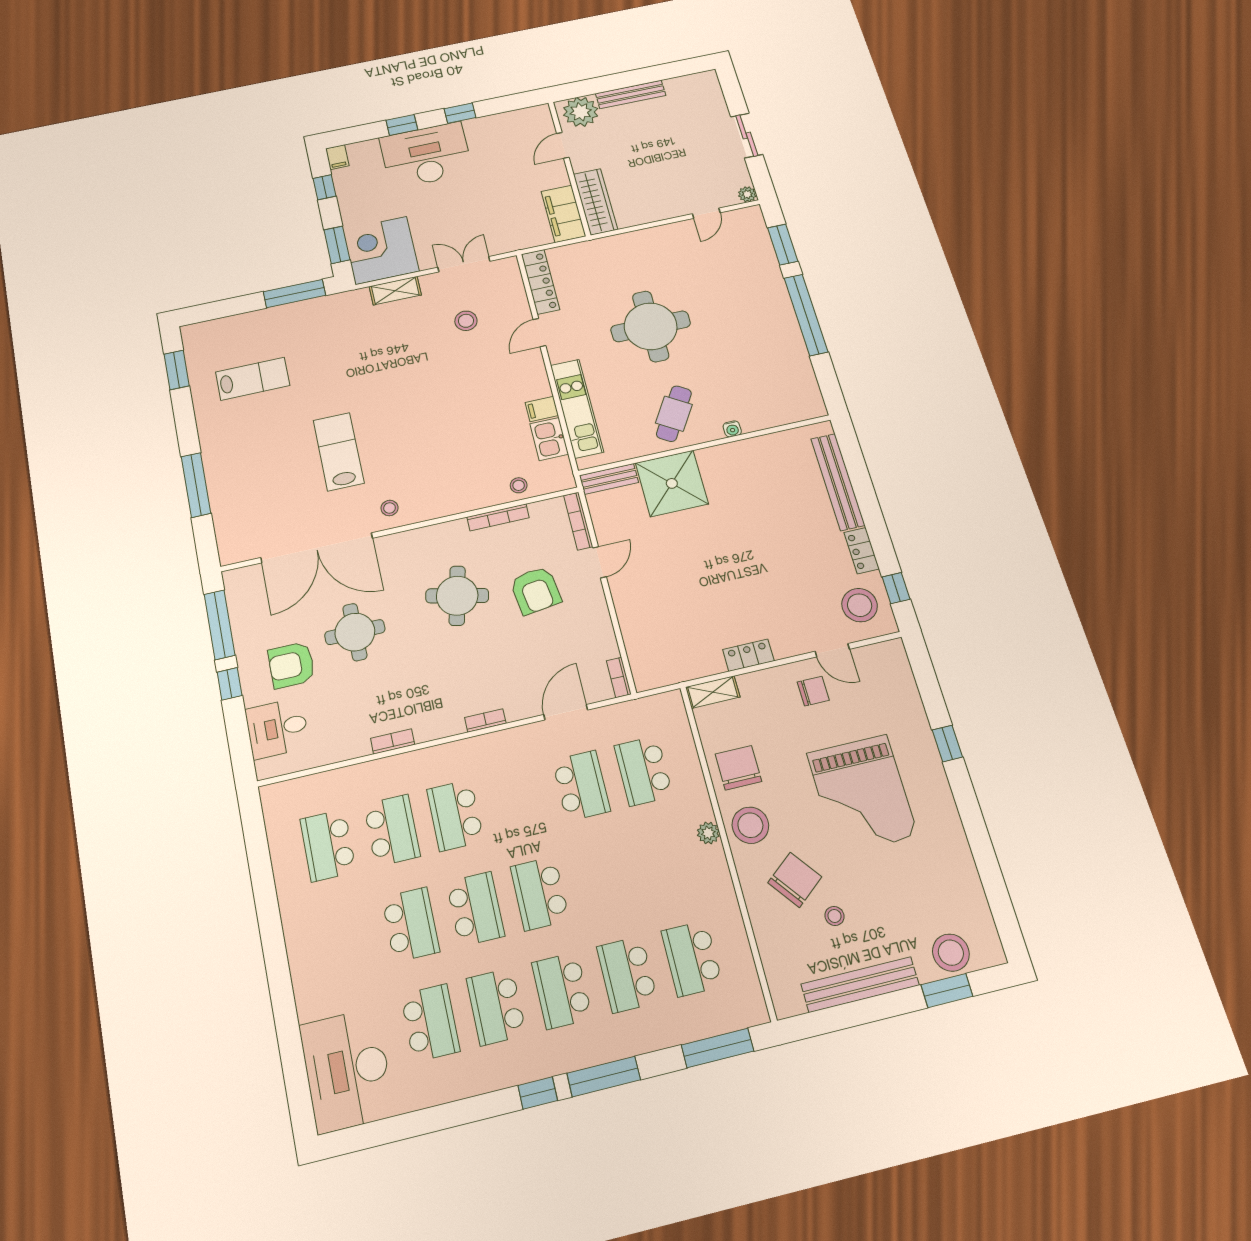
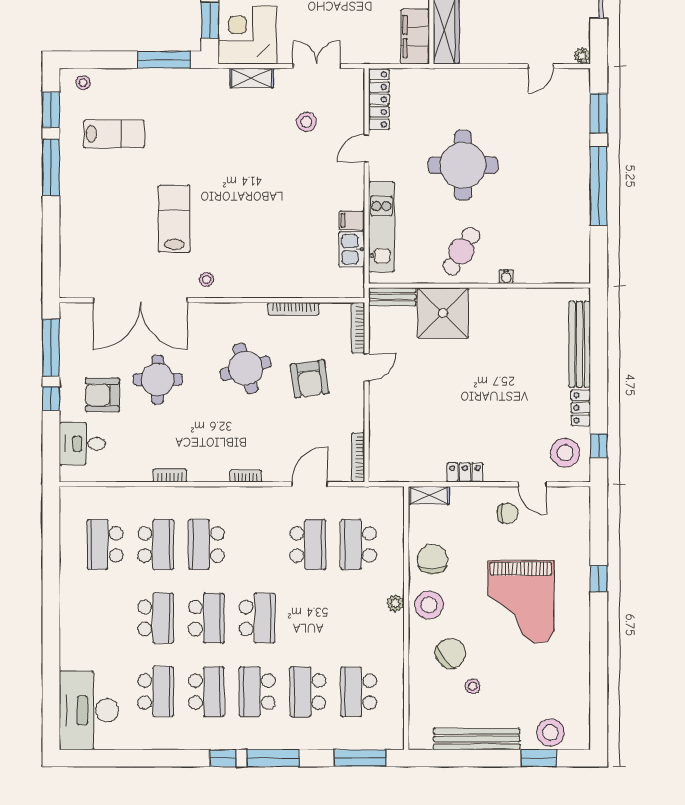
window: (196, 485) -> (51, 168), moved
stool: (519, 485) -> (83, 83), moved
round table: (457, 596) -> (246, 368), turned -30
bookcase: (619, 677) -> (358, 457), width x1.56
school desk: (540, 893) -> (257, 618), turned 180
school desk: (496, 1007) -> (206, 692), turned 180

